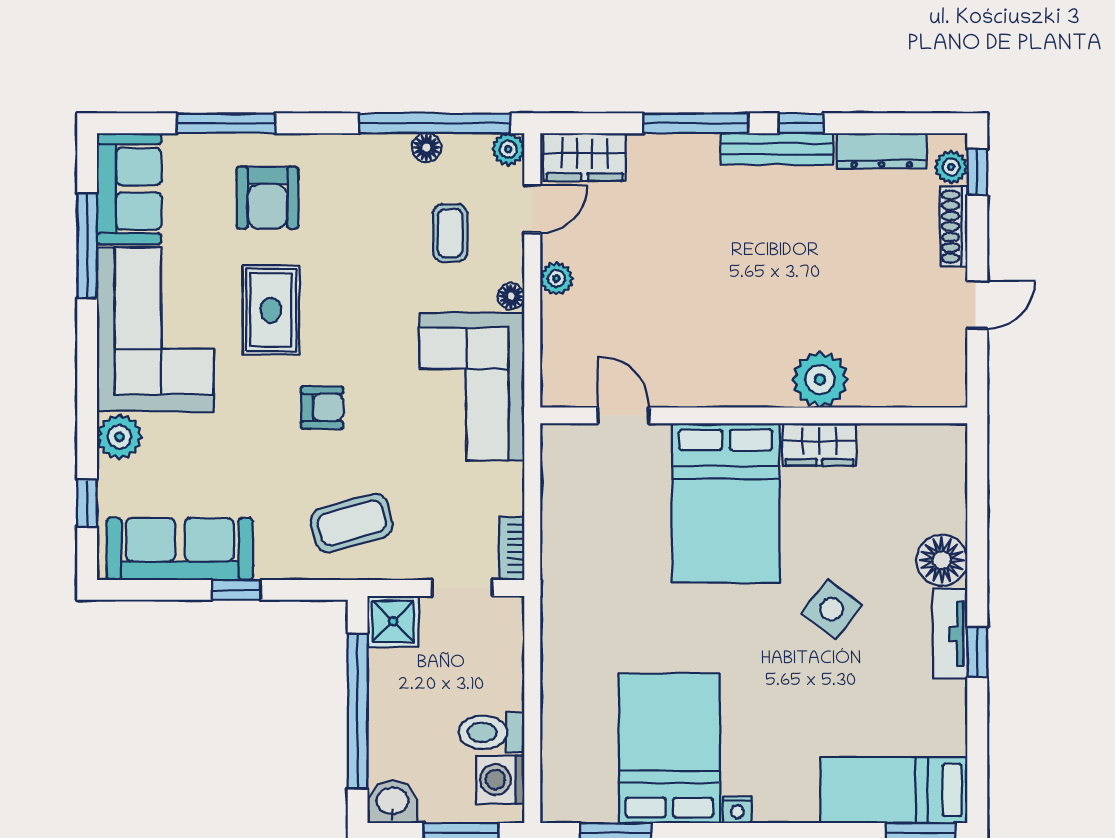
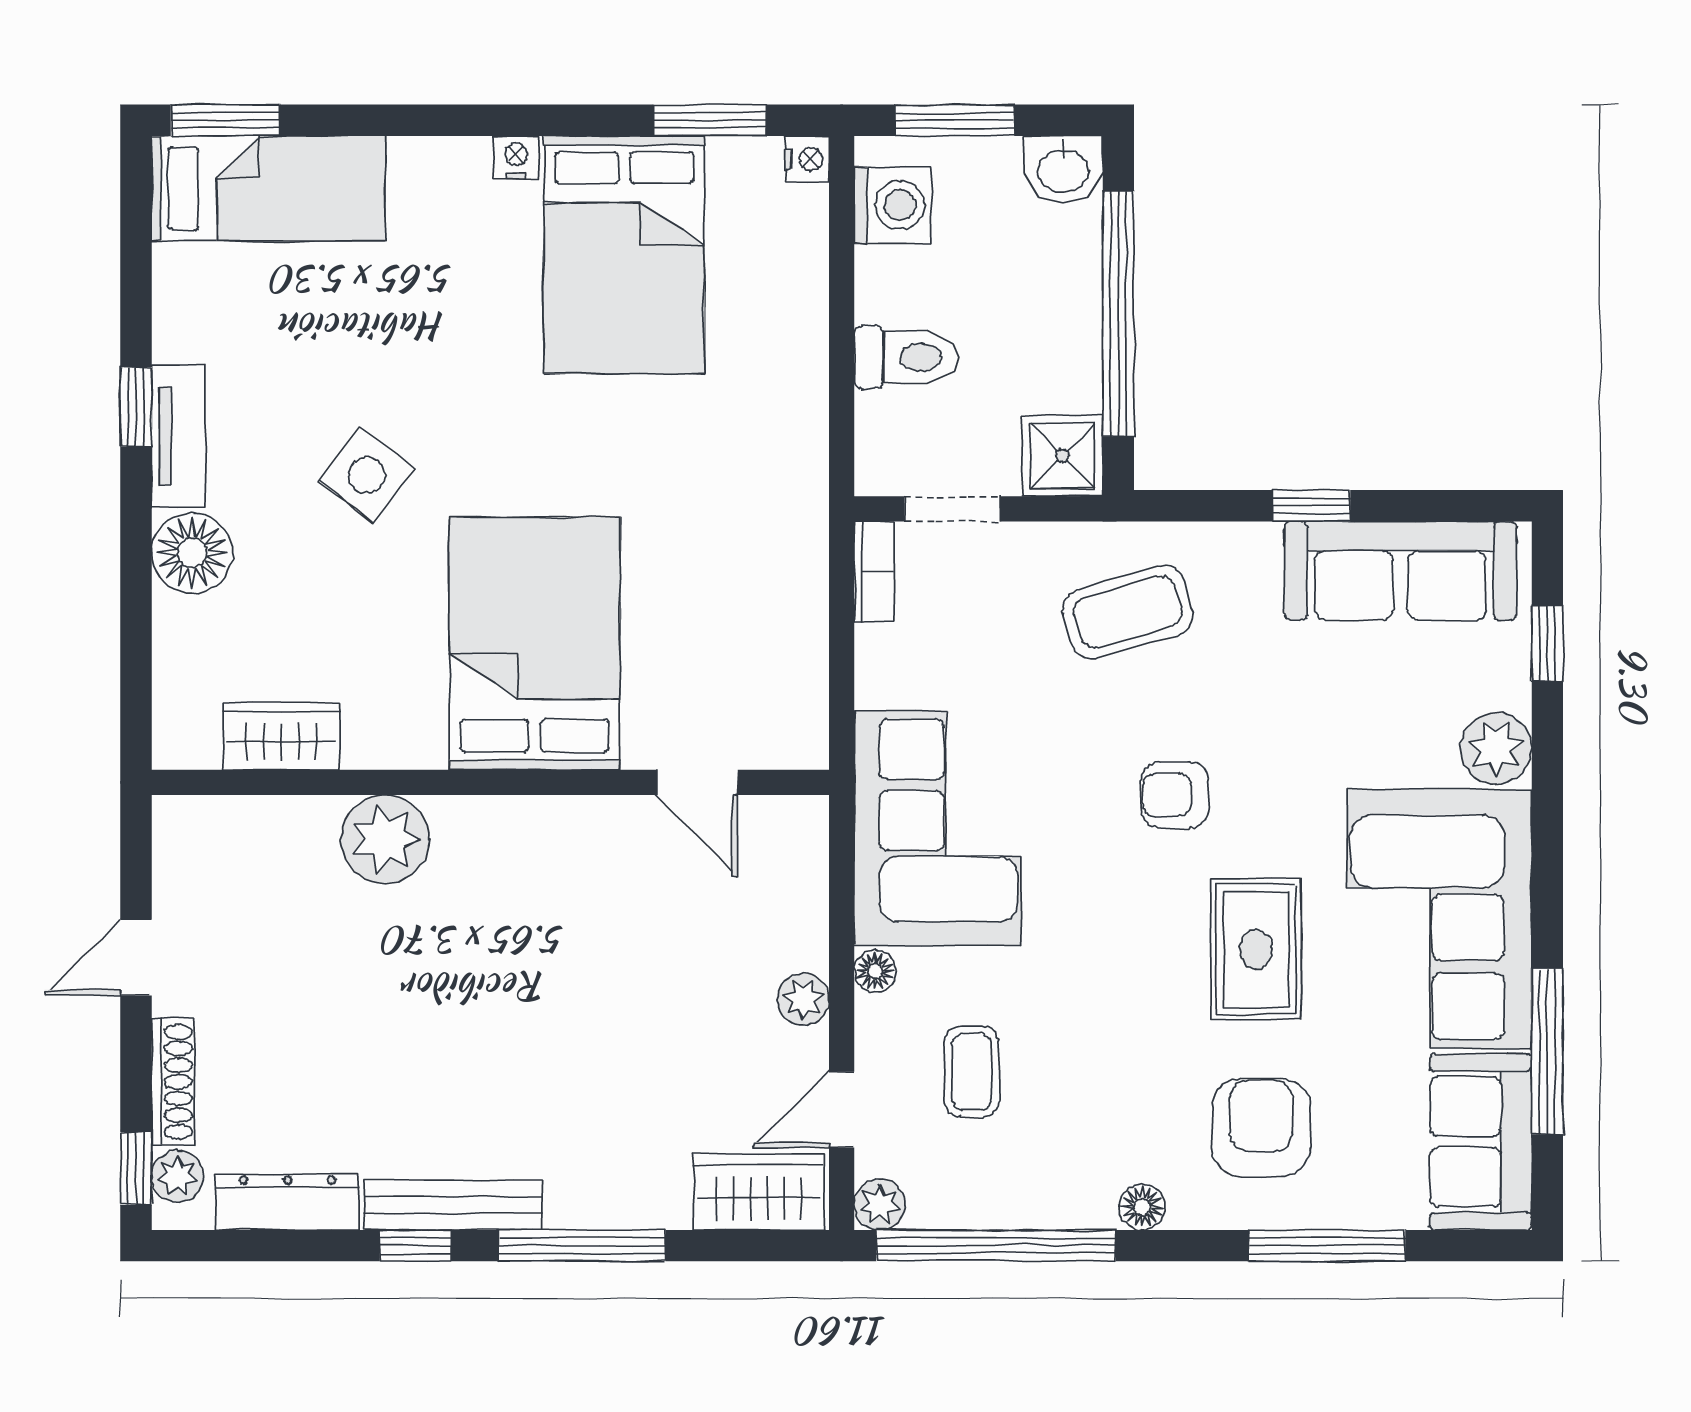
floor lamp: (426, 148) -> (1142, 1207), moved
wardrobe: (819, 445) -> (281, 736), moved
toilet: (491, 732) -> (906, 357), moved
nightstand: (554, 809) -> (807, 159), added

